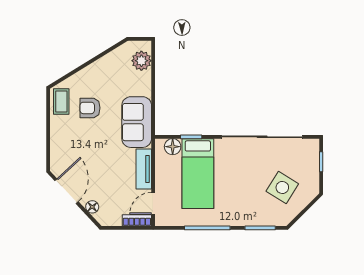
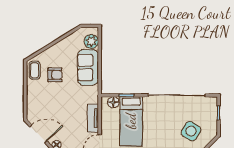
armchair: (90, 108) -> (55, 75), turned 180
sofa: (137, 122) -> (88, 67), moved
door: (67, 191) -> (38, 134), hinge flipped

